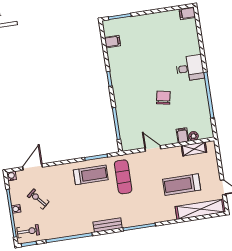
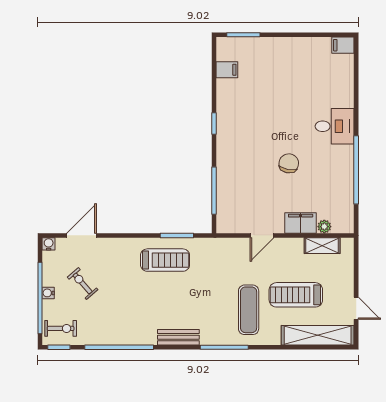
filing cabinet: (182, 135) -> (301, 223), width x2.00
door: (153, 148) -> (262, 235), swing flipped
exercise mat: (123, 177) -> (249, 310), moved

